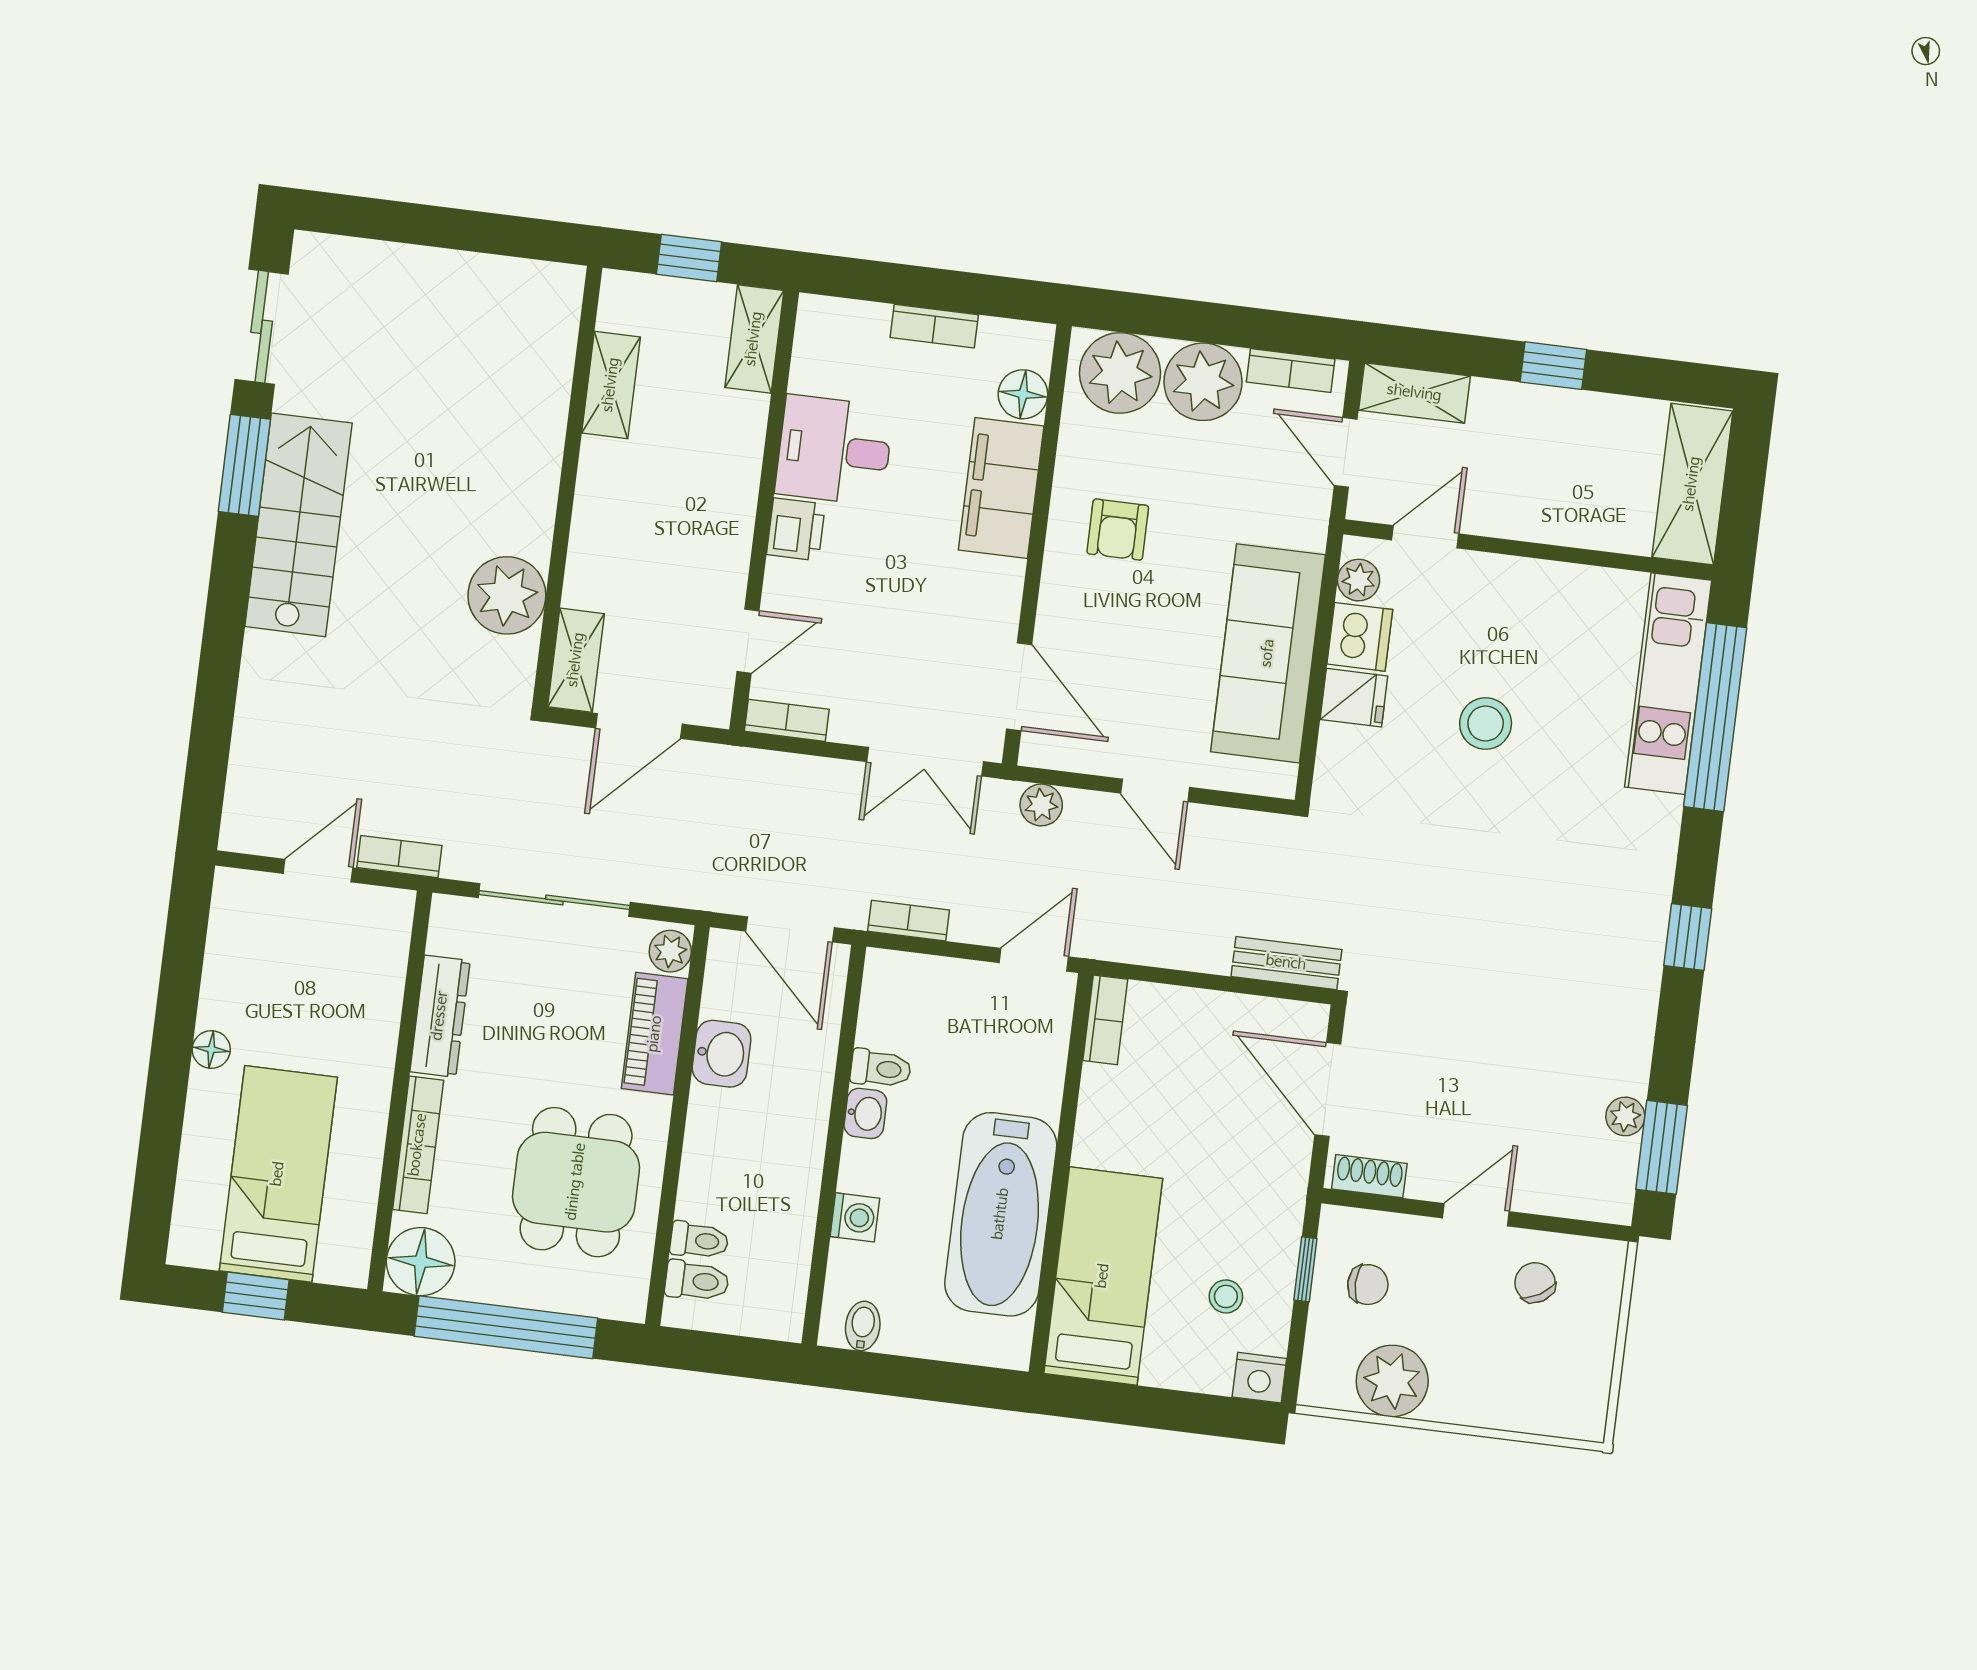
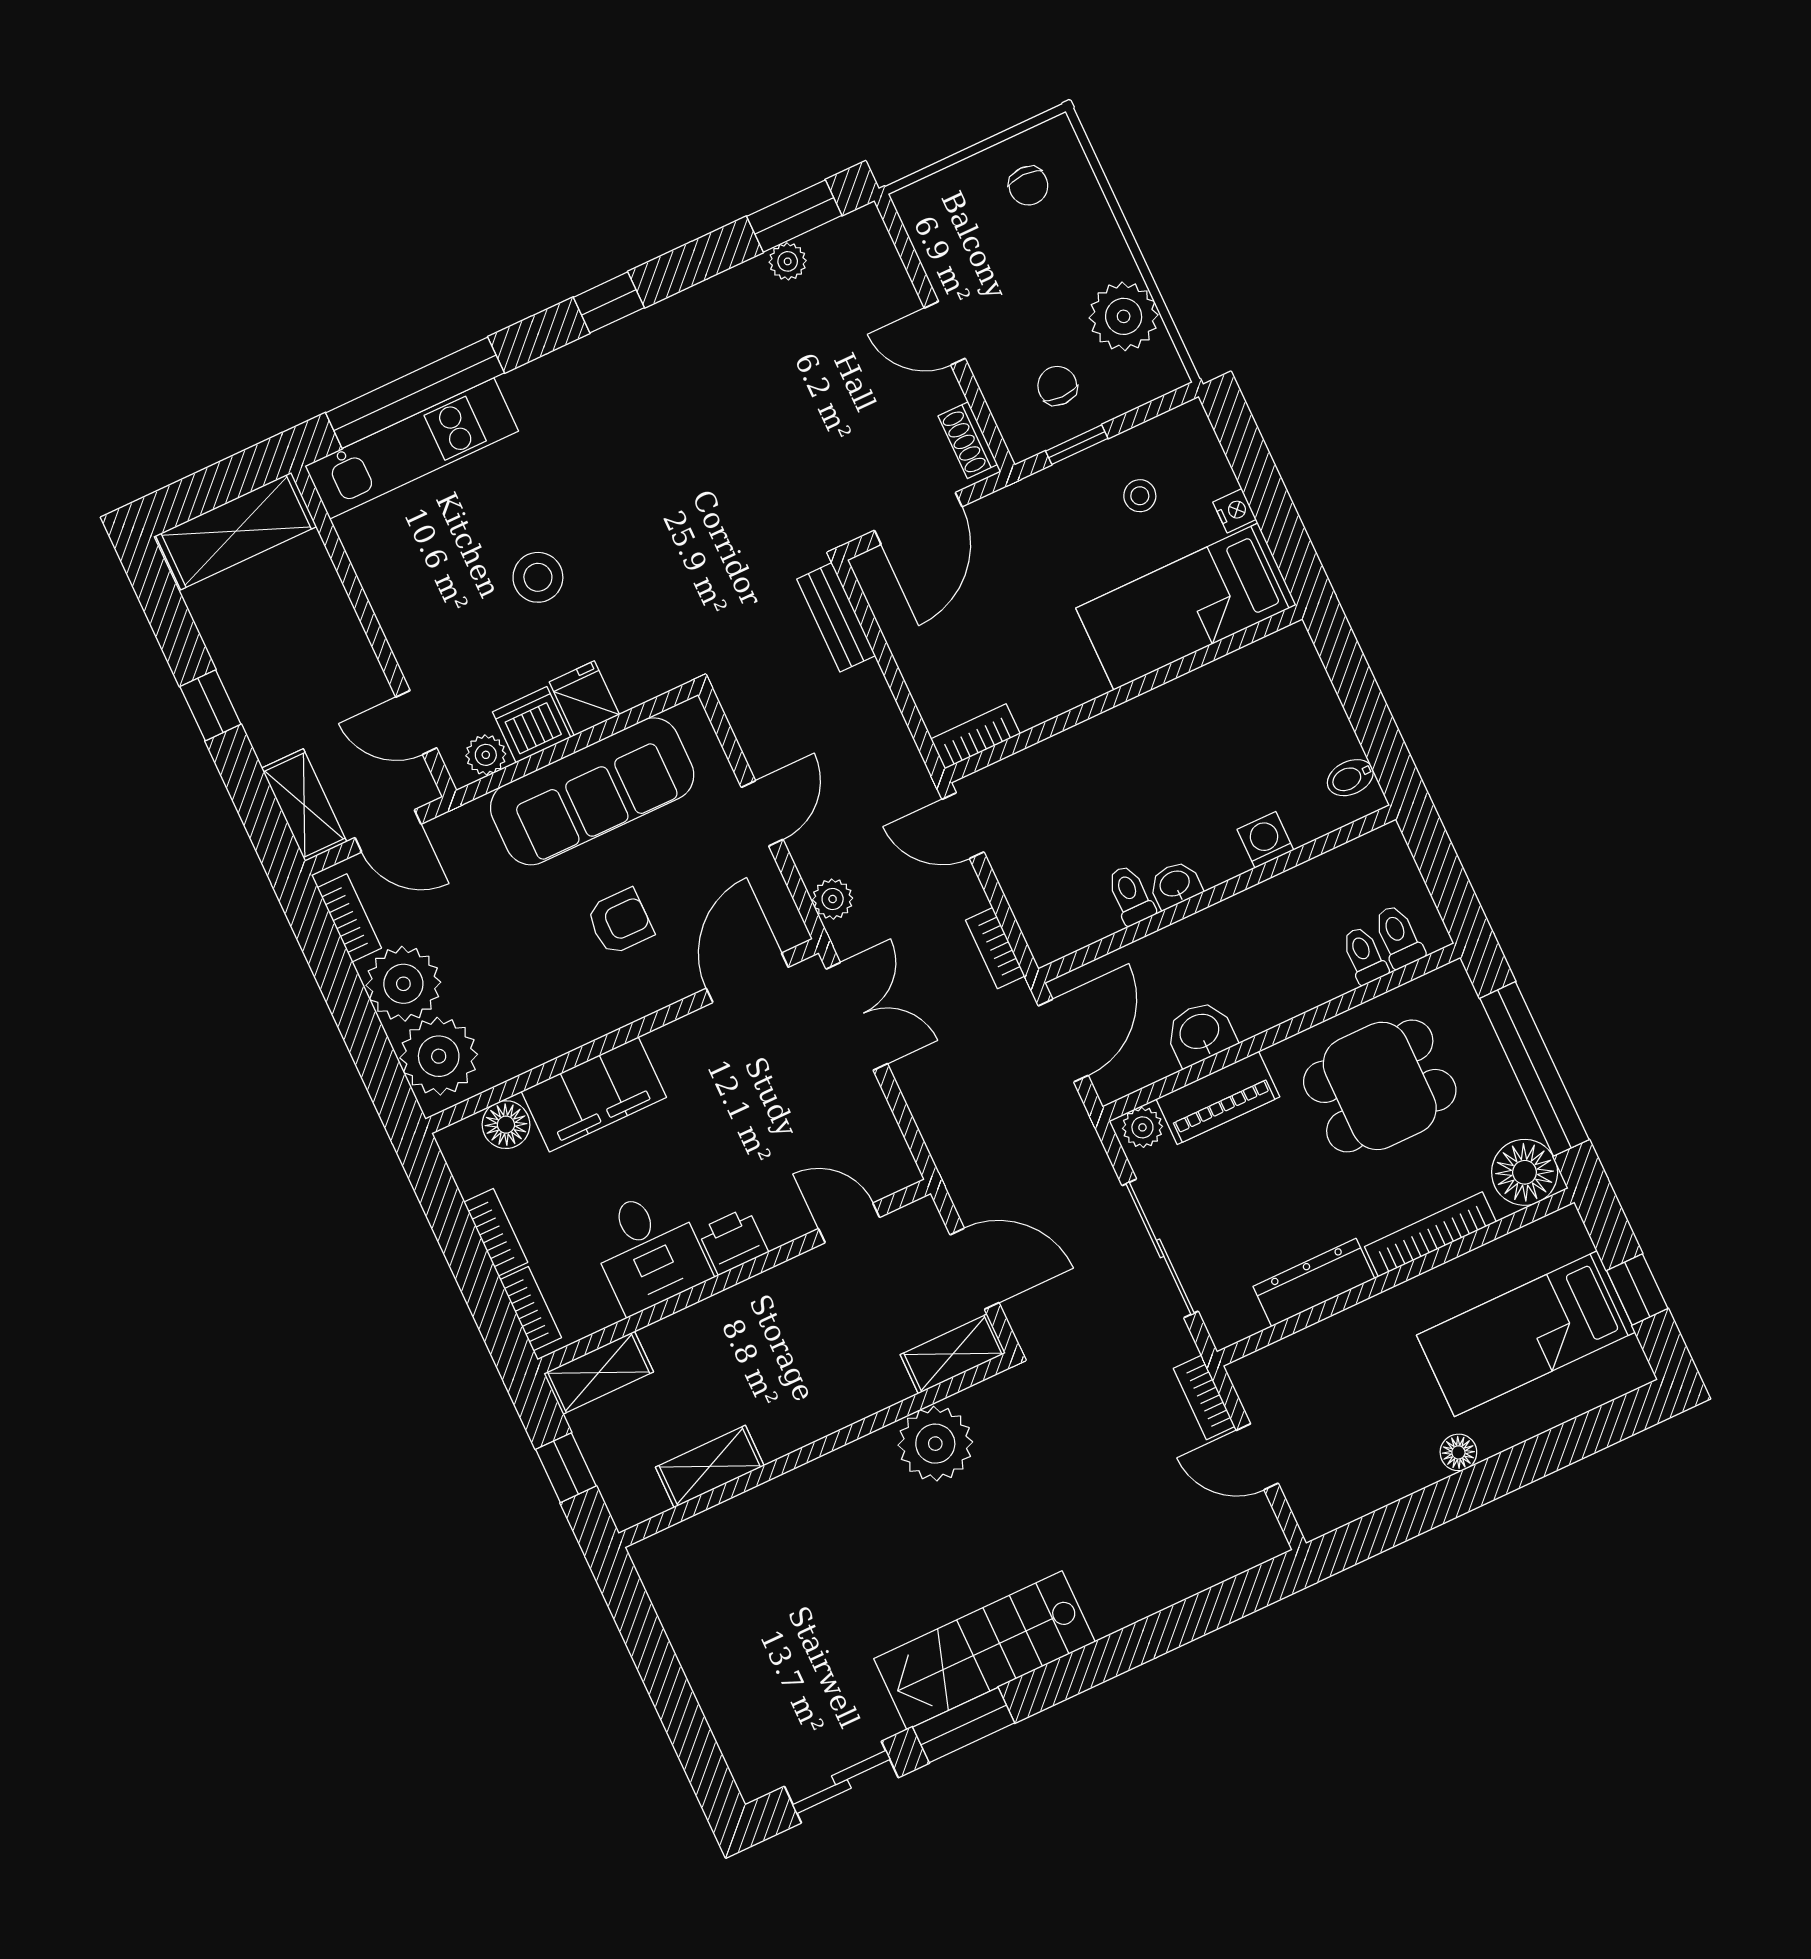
door: (1346, 452) -> (388, 831), hinge flipped
armchair: (1118, 530) -> (620, 922), moved
bookcase: (787, 720) -> (531, 1309), moved, turned 180
bathtub: (1001, 1214) -> (1188, 722), removed
chair: (1535, 1283) -> (1028, 186), moved, turned -59
nightstand: (1259, 1378) -> (1235, 511), moved, width x0.72, depth x0.74

